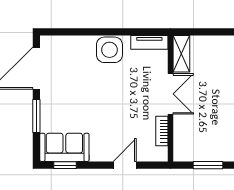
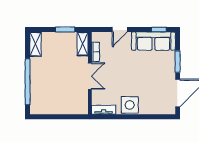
shelving: (181, 54) -> (83, 44), moved
double door: (170, 94) -> (90, 76), swing flipped
sofa: (64, 147) -> (153, 41), width x1.36

